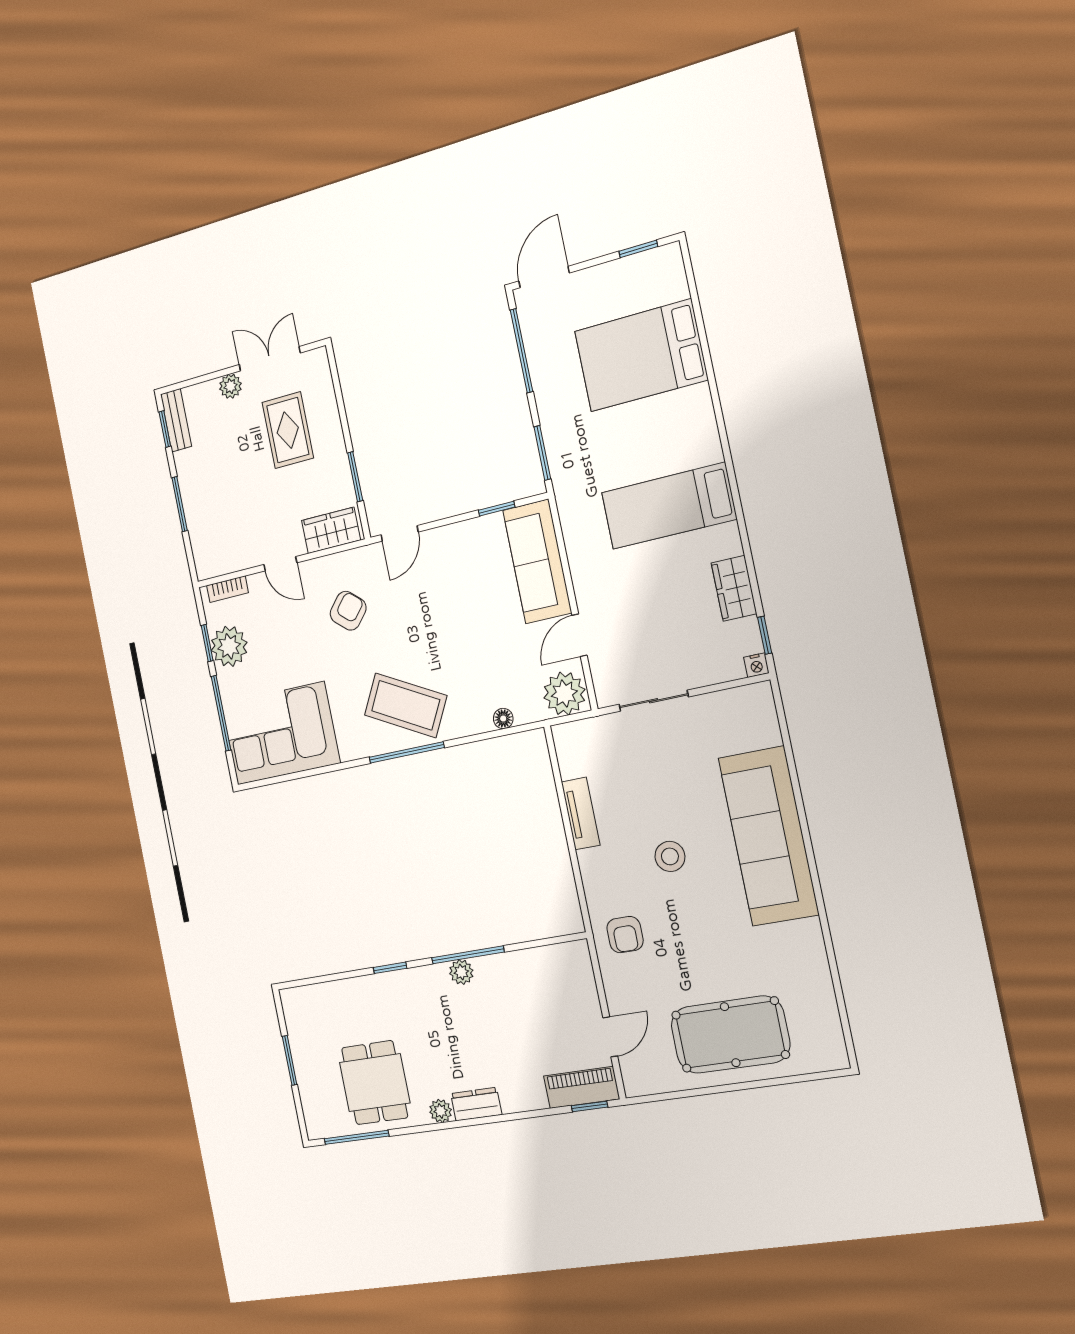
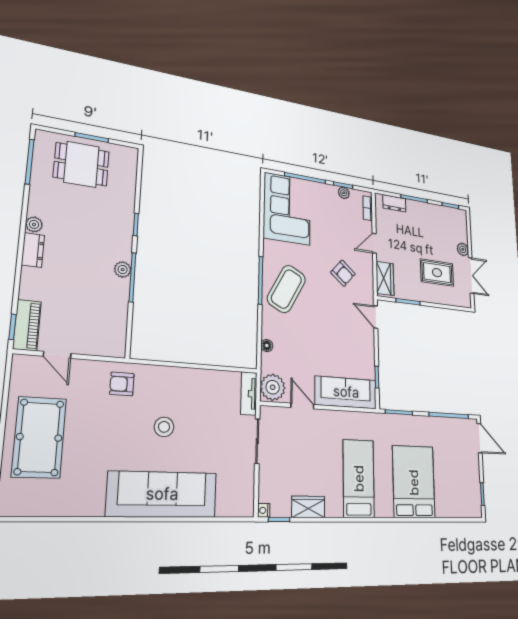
bed: (641, 355) -> (414, 482), moved
bench: (176, 420) -> (453, 213), removed
dresser: (201, 541) -> (394, 203), added
plant: (229, 646) -> (344, 193), width x0.53, depth x0.53
tv unit: (581, 813) -> (249, 394), moved, turned 90
dining table: (375, 1083) -> (81, 164), moved

